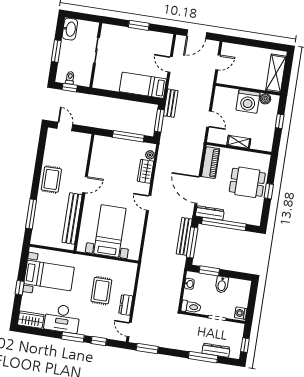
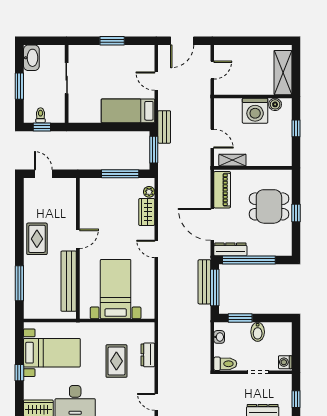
shelving: (239, 142) -> (232, 160), moved
dresser: (126, 305) -> (148, 355), moved

